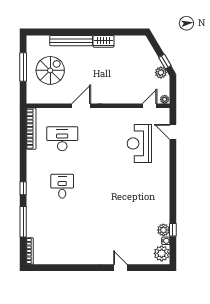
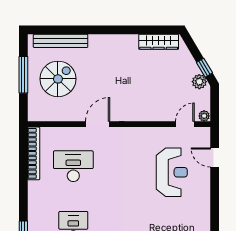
bench: (71, 41) -> (61, 41), moved
wardrobe: (104, 41) -> (159, 42), moved, width x1.50
reception desk: (139, 143) -> (172, 172), turned 180

